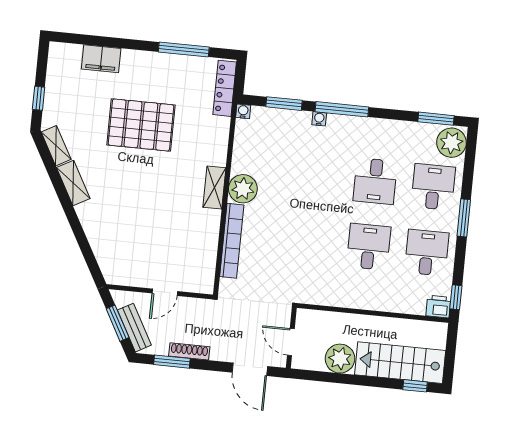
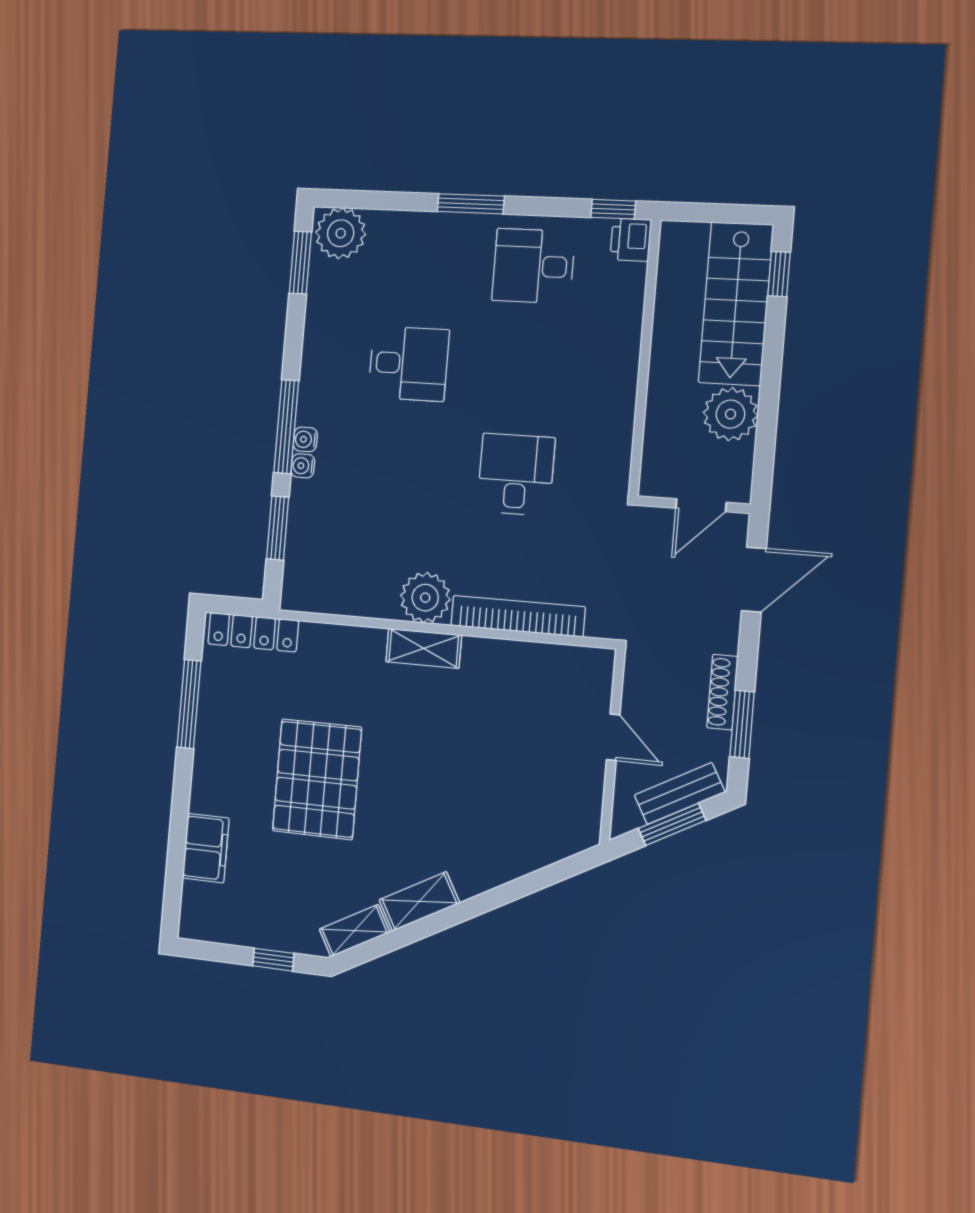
water cooler: (243, 111) -> (305, 439), moved
desk: (433, 187) -> (417, 261), removed
desk: (369, 247) -> (516, 475), moved, turned 90

